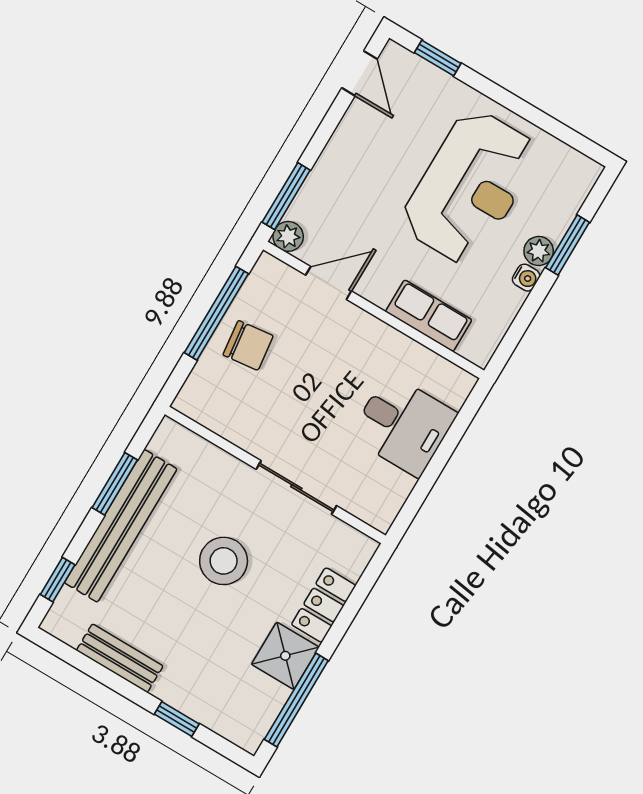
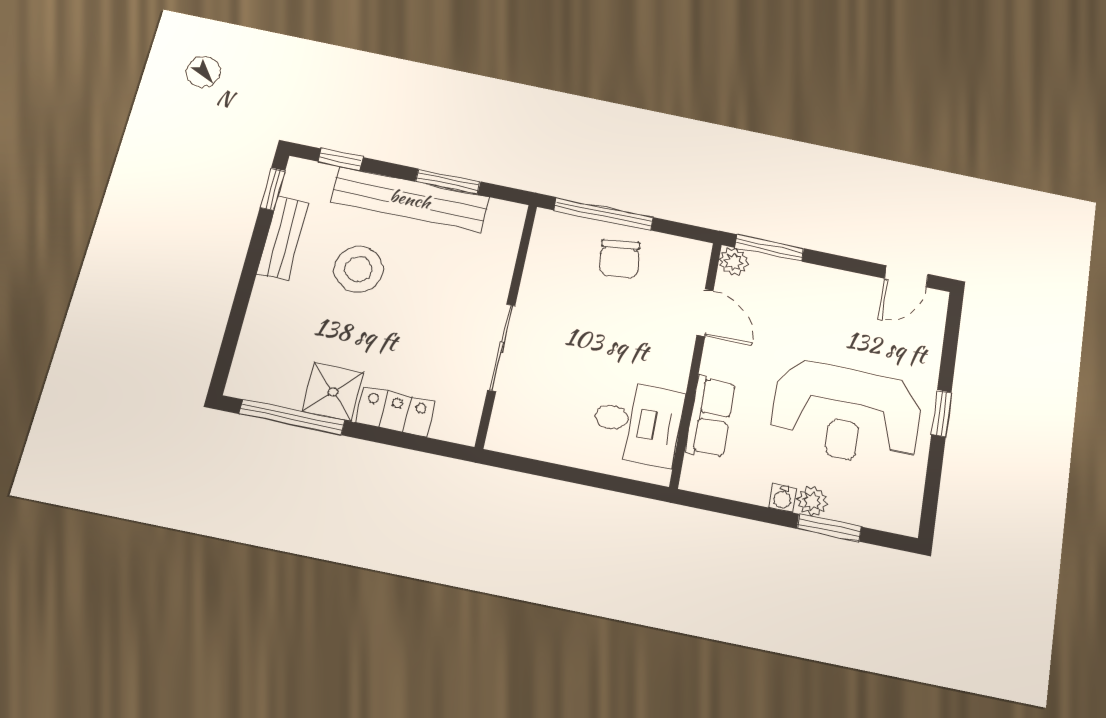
window: (438, 58) -> (941, 413), moved
window: (216, 313) -> (604, 214), moved
desk: (403, 425) -> (637, 422), moved, turned -90
stool: (224, 561) -> (358, 269), moved
window: (177, 719) -> (273, 189), moved

